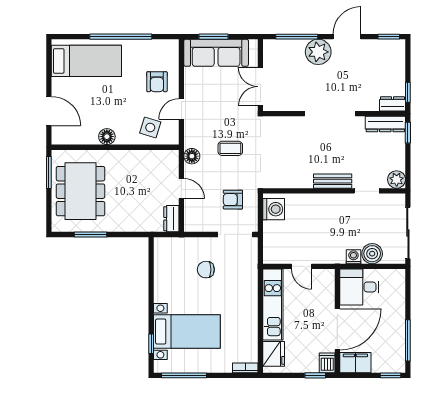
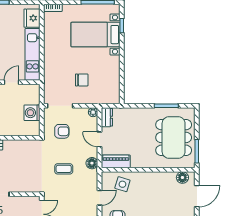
door: (49, 111) -> (197, 196), swing flipped
floor lamp: (107, 137) -> (182, 177), moved
piano: (159, 159) -> (116, 161), added
washing machine: (274, 209) -> (32, 113), moved
plant: (190, 226) -> (93, 112), added
door: (301, 266) -> (12, 82), hinge flipped

